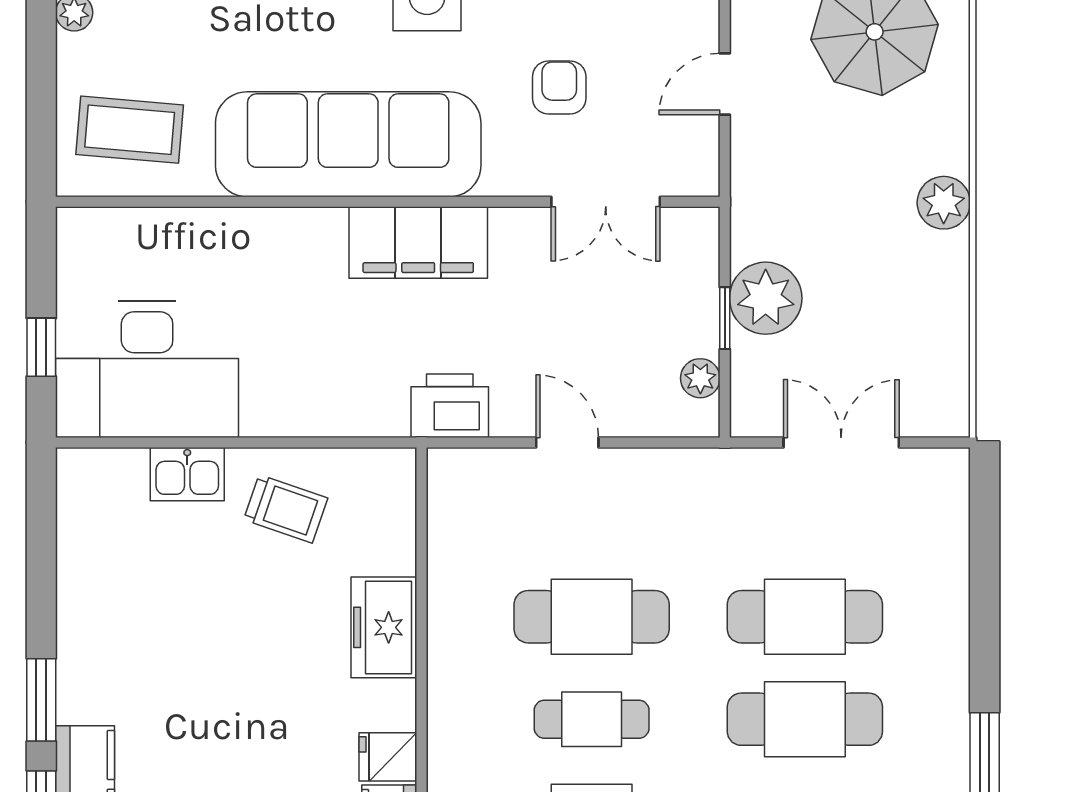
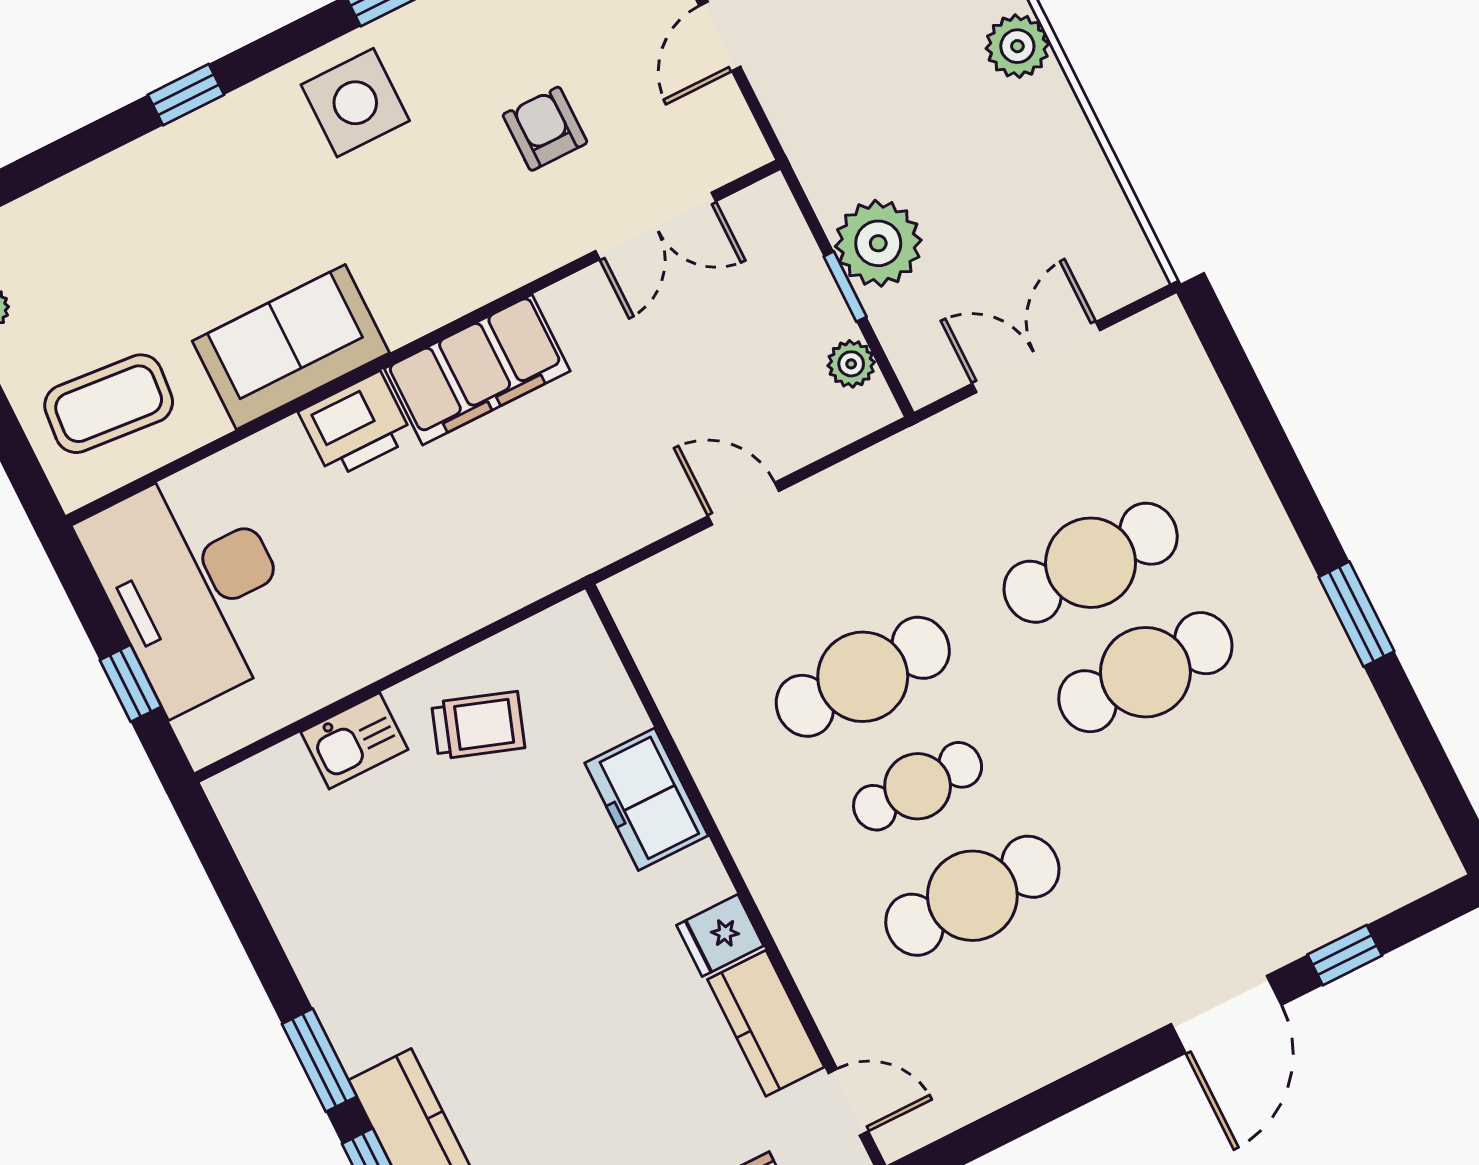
sofa: (348, 144) -> (291, 347), width x0.54, depth x0.79
desk: (147, 369) -> (193, 586), moved, turned 90
printer: (450, 406) -> (356, 425), moved, turned 180

